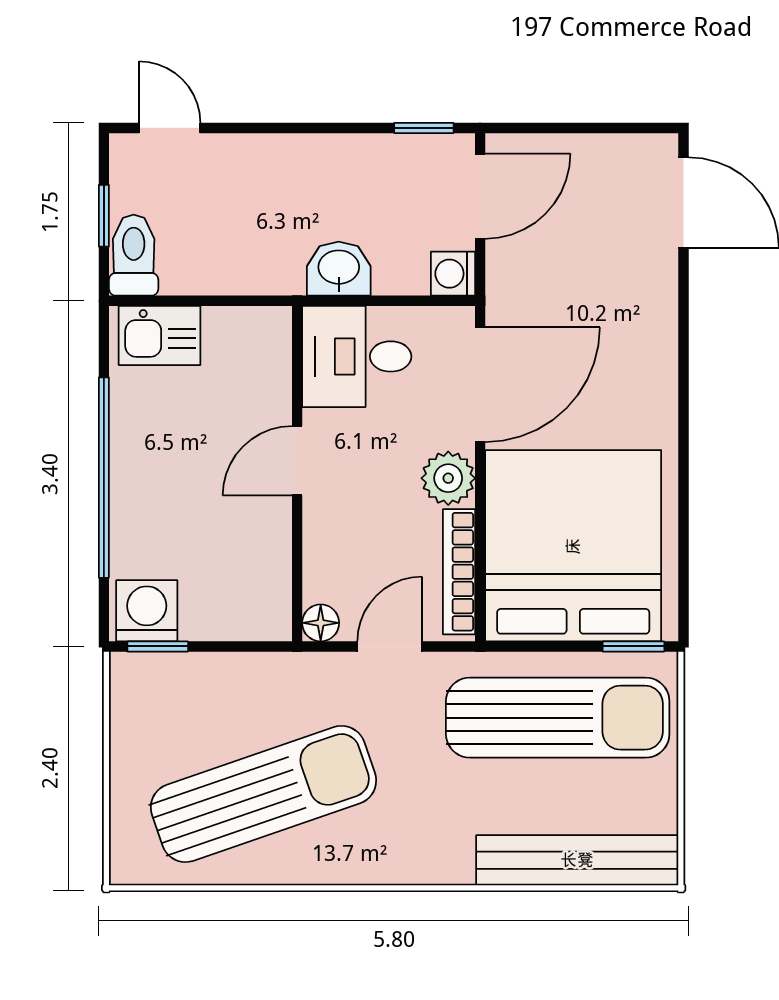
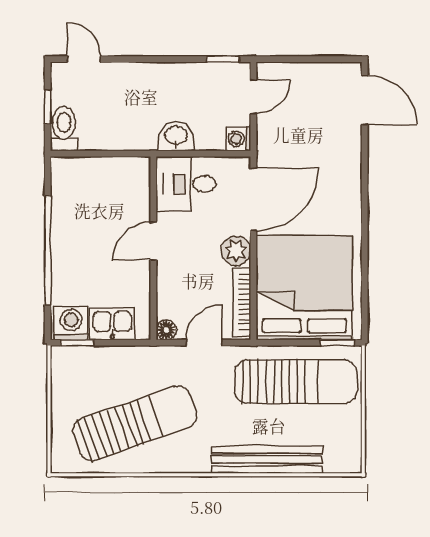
door: (480, 196) -> (253, 96), width x0.73
kitchen sink: (160, 335) -> (112, 324), moved, turned 180
bench: (577, 860) -> (267, 460), moved

